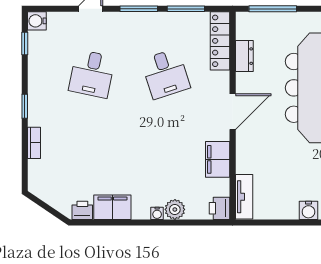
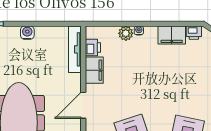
tv unit: (244, 197) -> (75, 49), width x1.41
printer: (219, 208) -> (93, 47), moved

